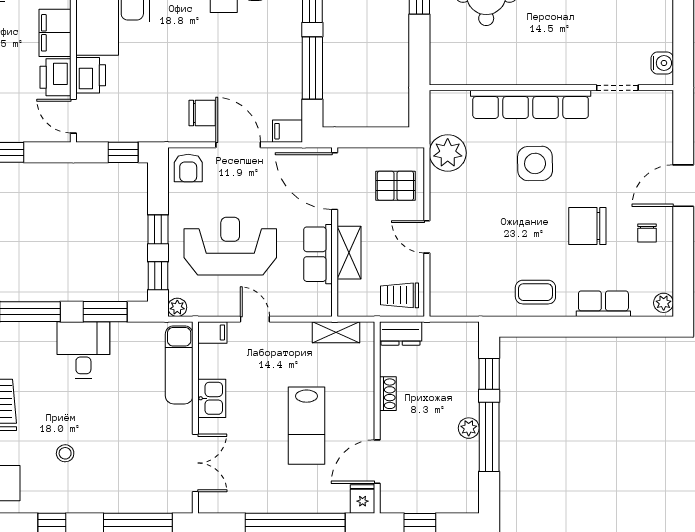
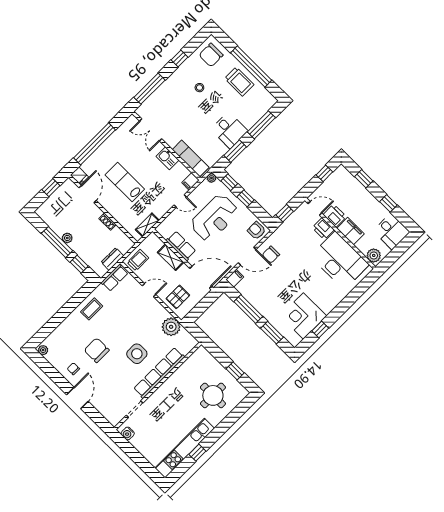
chair: (587, 226) -> (97, 350), turned -90
row of seats: (603, 304) -> (115, 278), moved
dresser: (401, 333) -> (112, 259), moved

